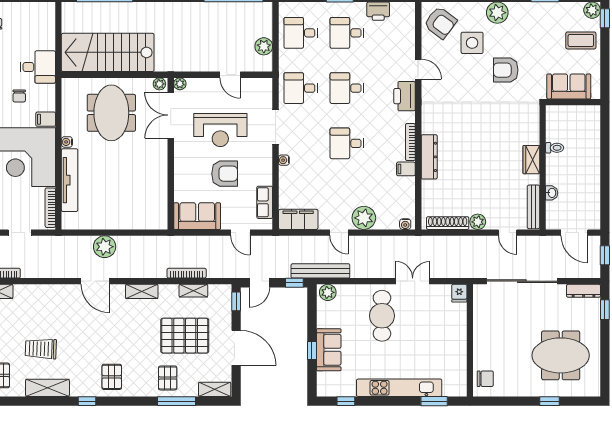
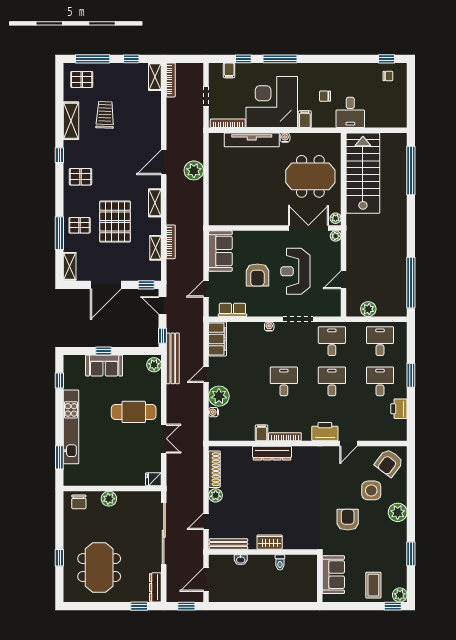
water cooler: (405, 224) -> (214, 412), moved
pallet: (185, 336) -> (115, 222), moved
plant: (482, 344) -> (109, 499), added

